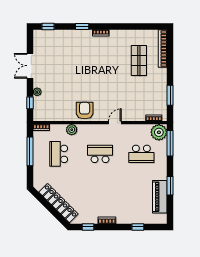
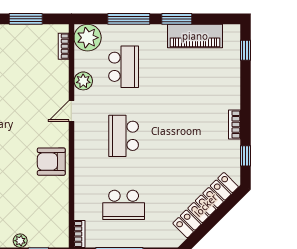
door: (115, 123) -> (71, 111), hinge flipped
plant: (72, 130) -> (83, 81), moved
window: (170, 143) -> (129, 19), moved
window: (138, 227) -> (246, 50), moved

